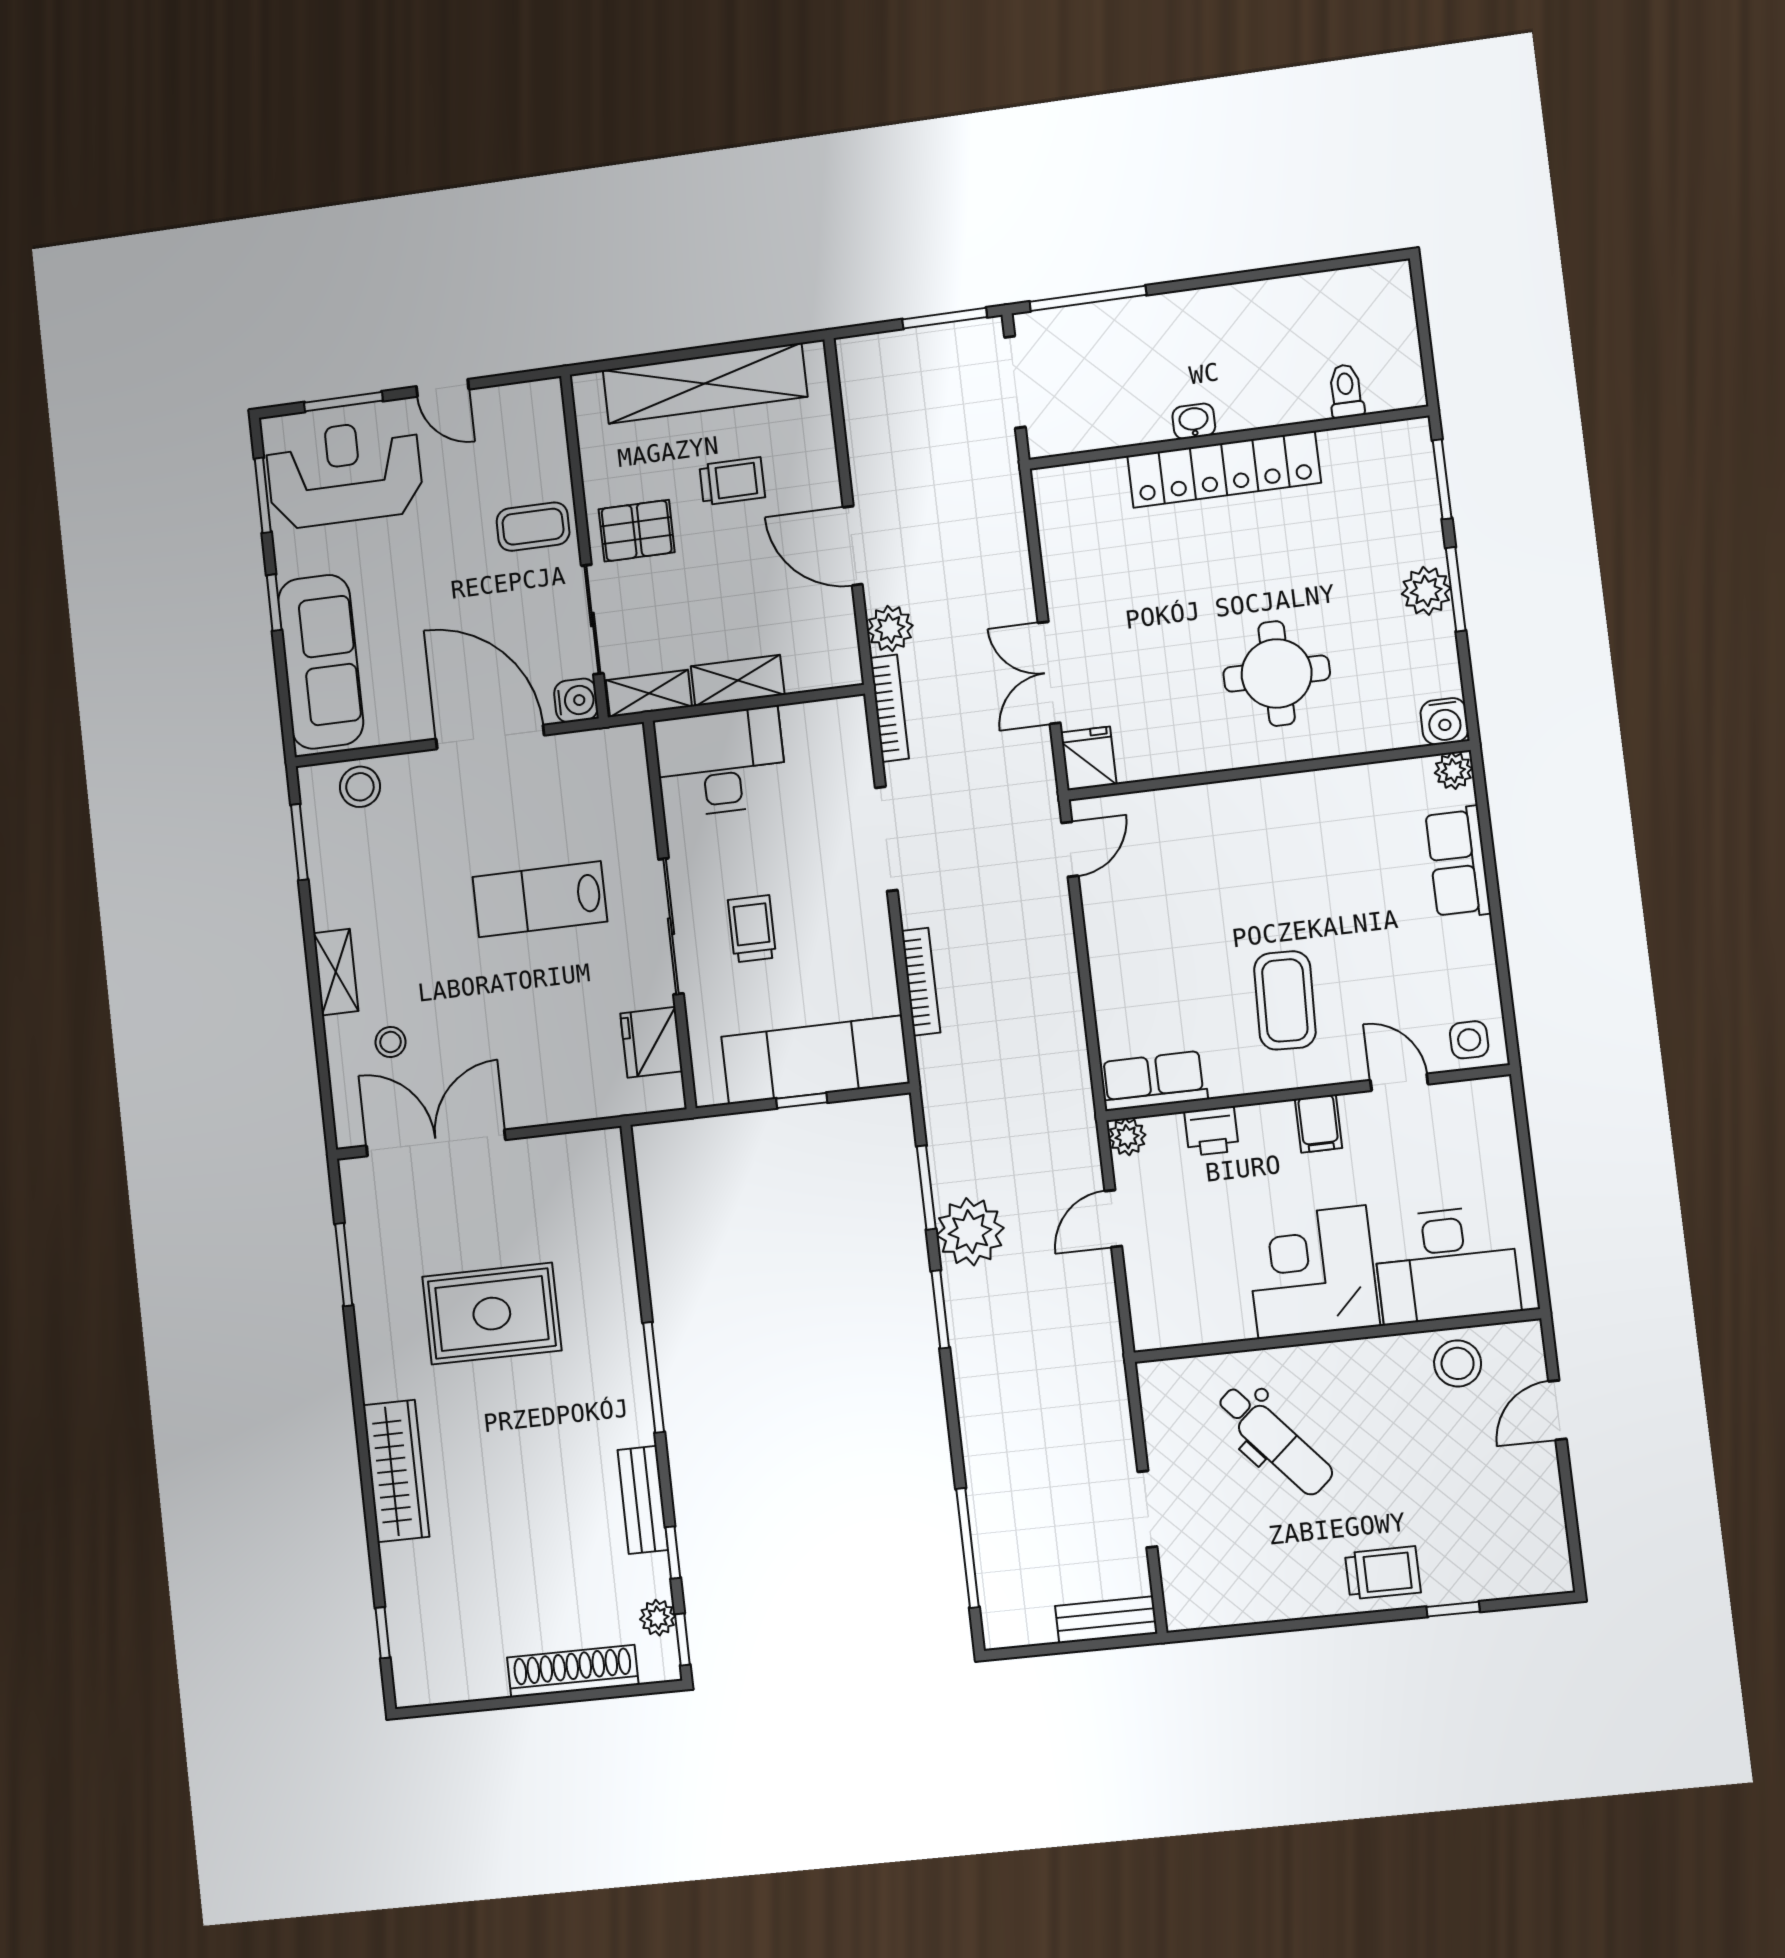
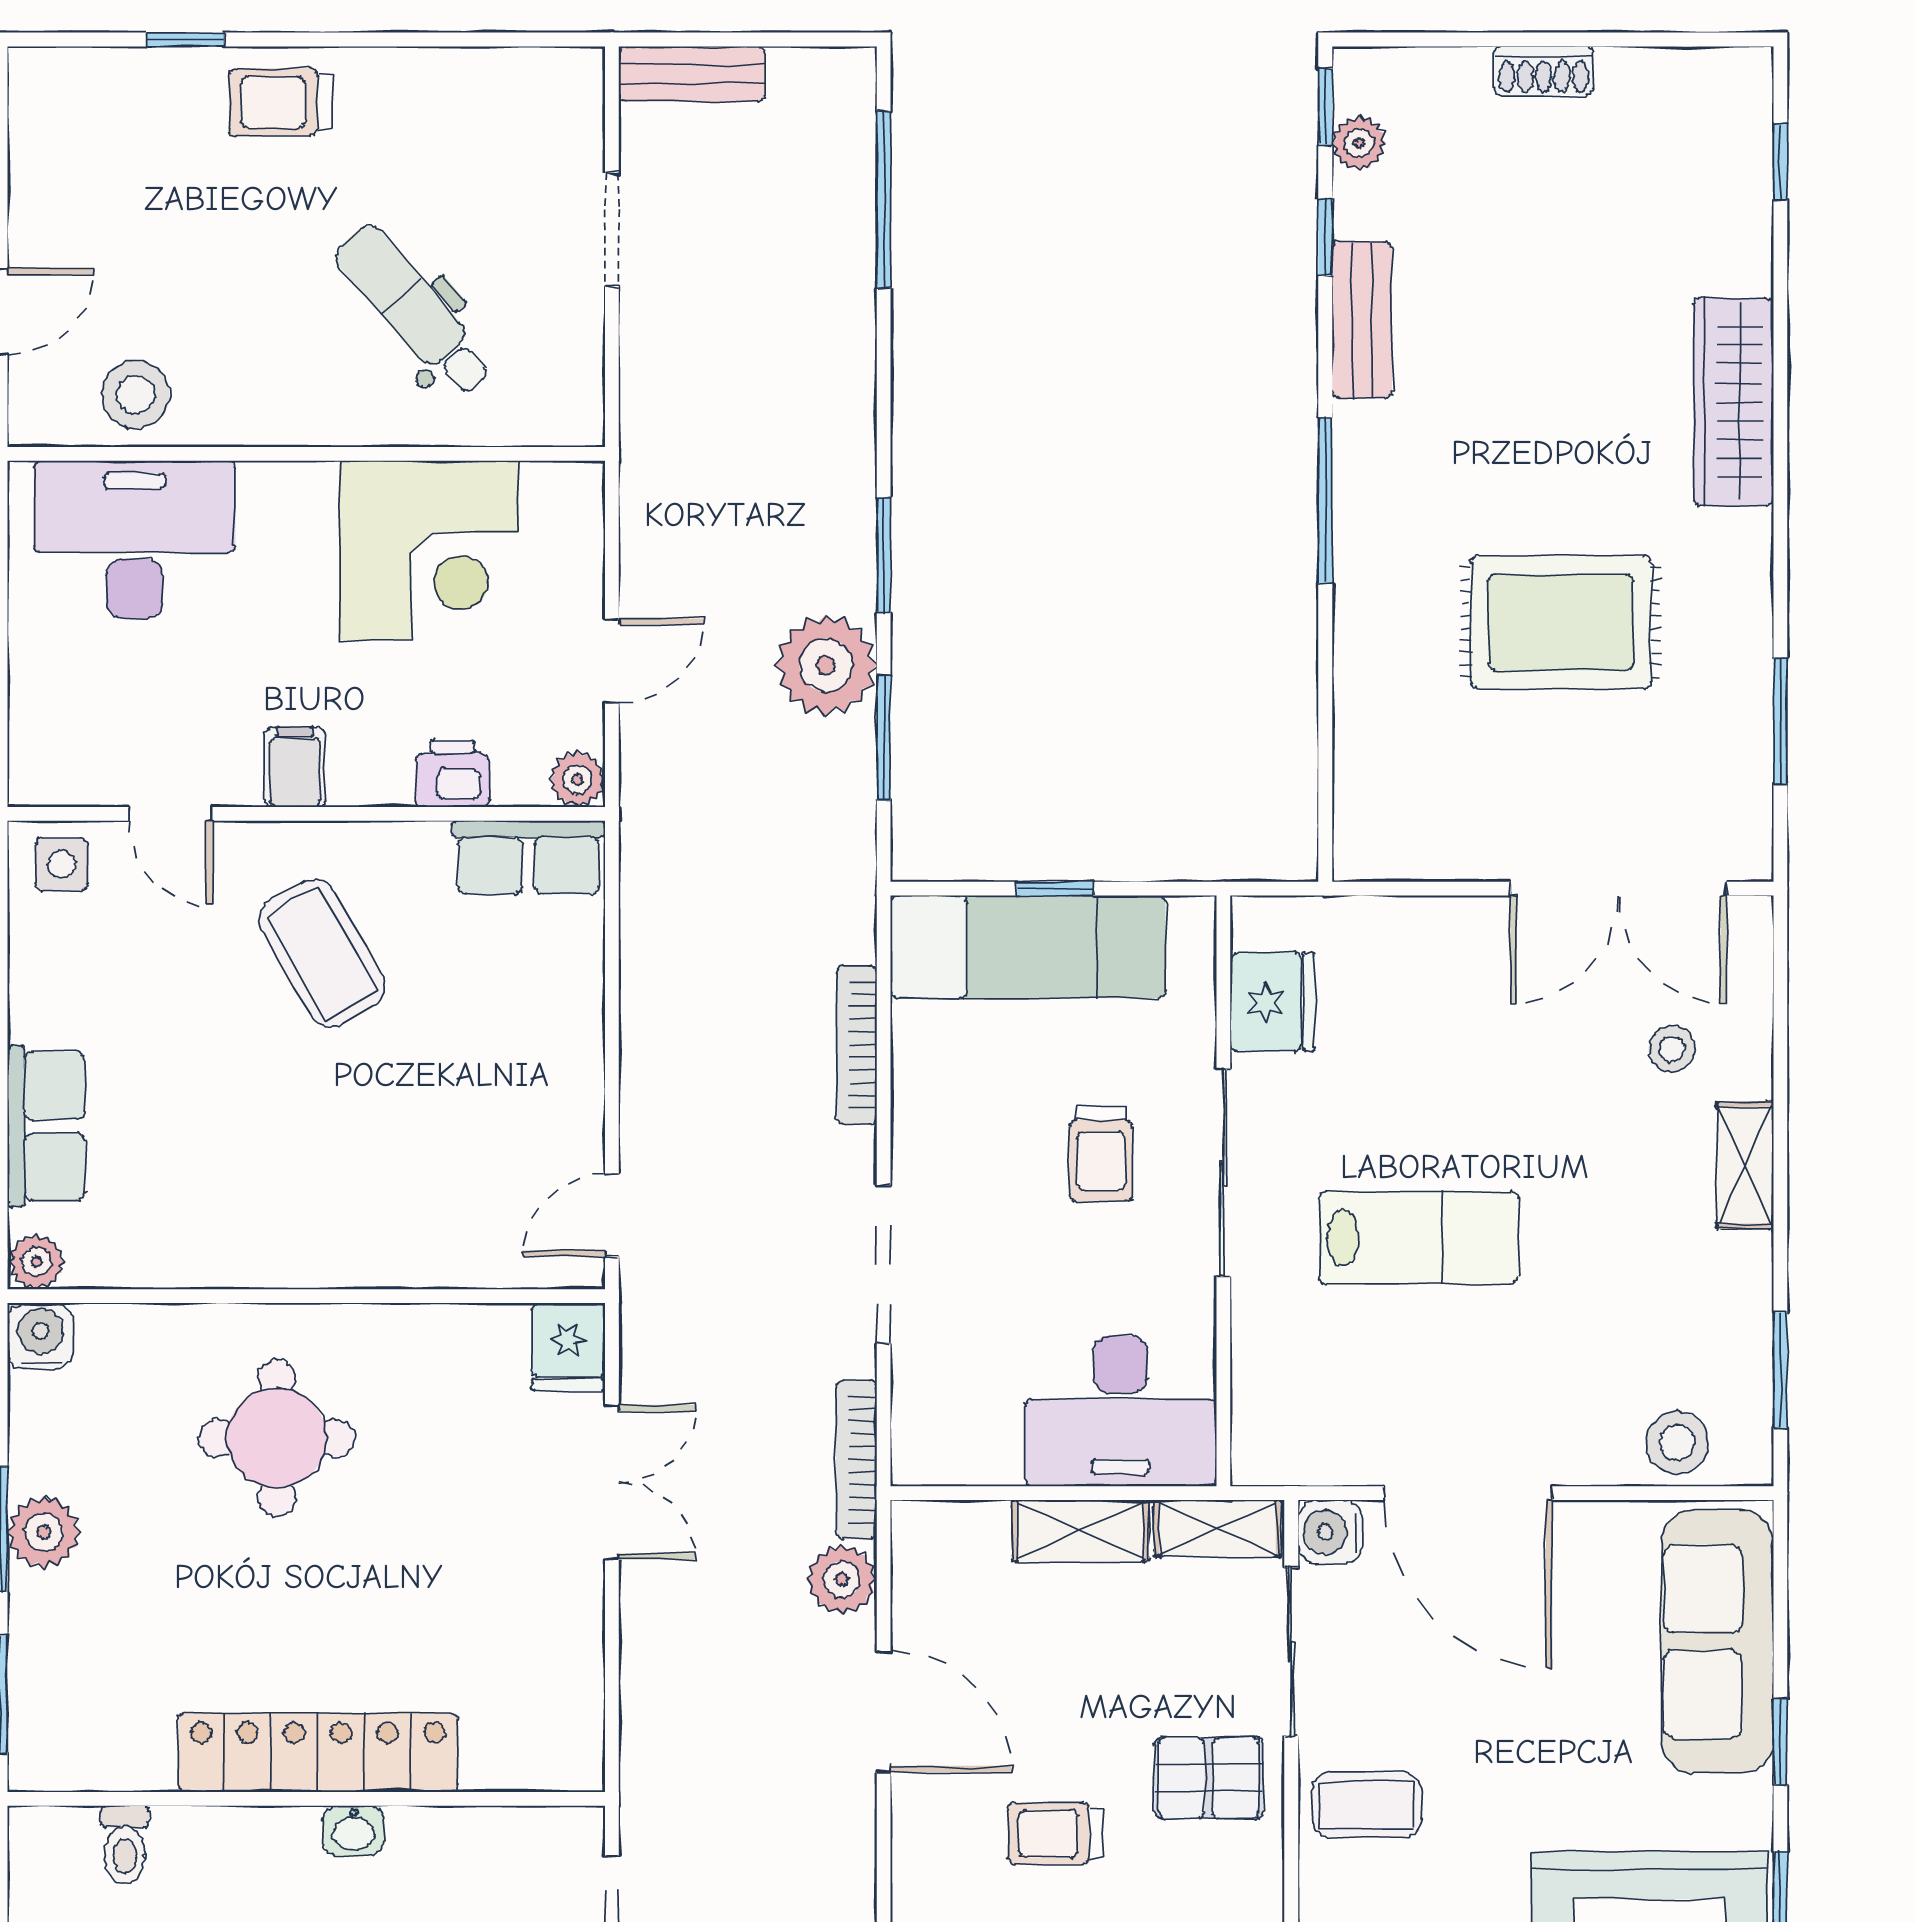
coffee table: (1285, 1000) -> (322, 953), turned -32
corner desk: (1312, 1272) -> (429, 550), moved
shoe rack: (573, 1671) -> (1544, 71), width x0.51, depth x0.81

